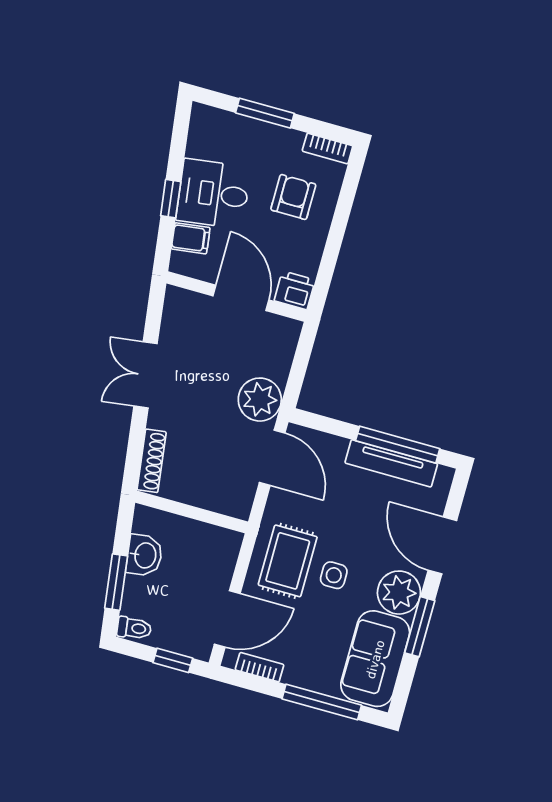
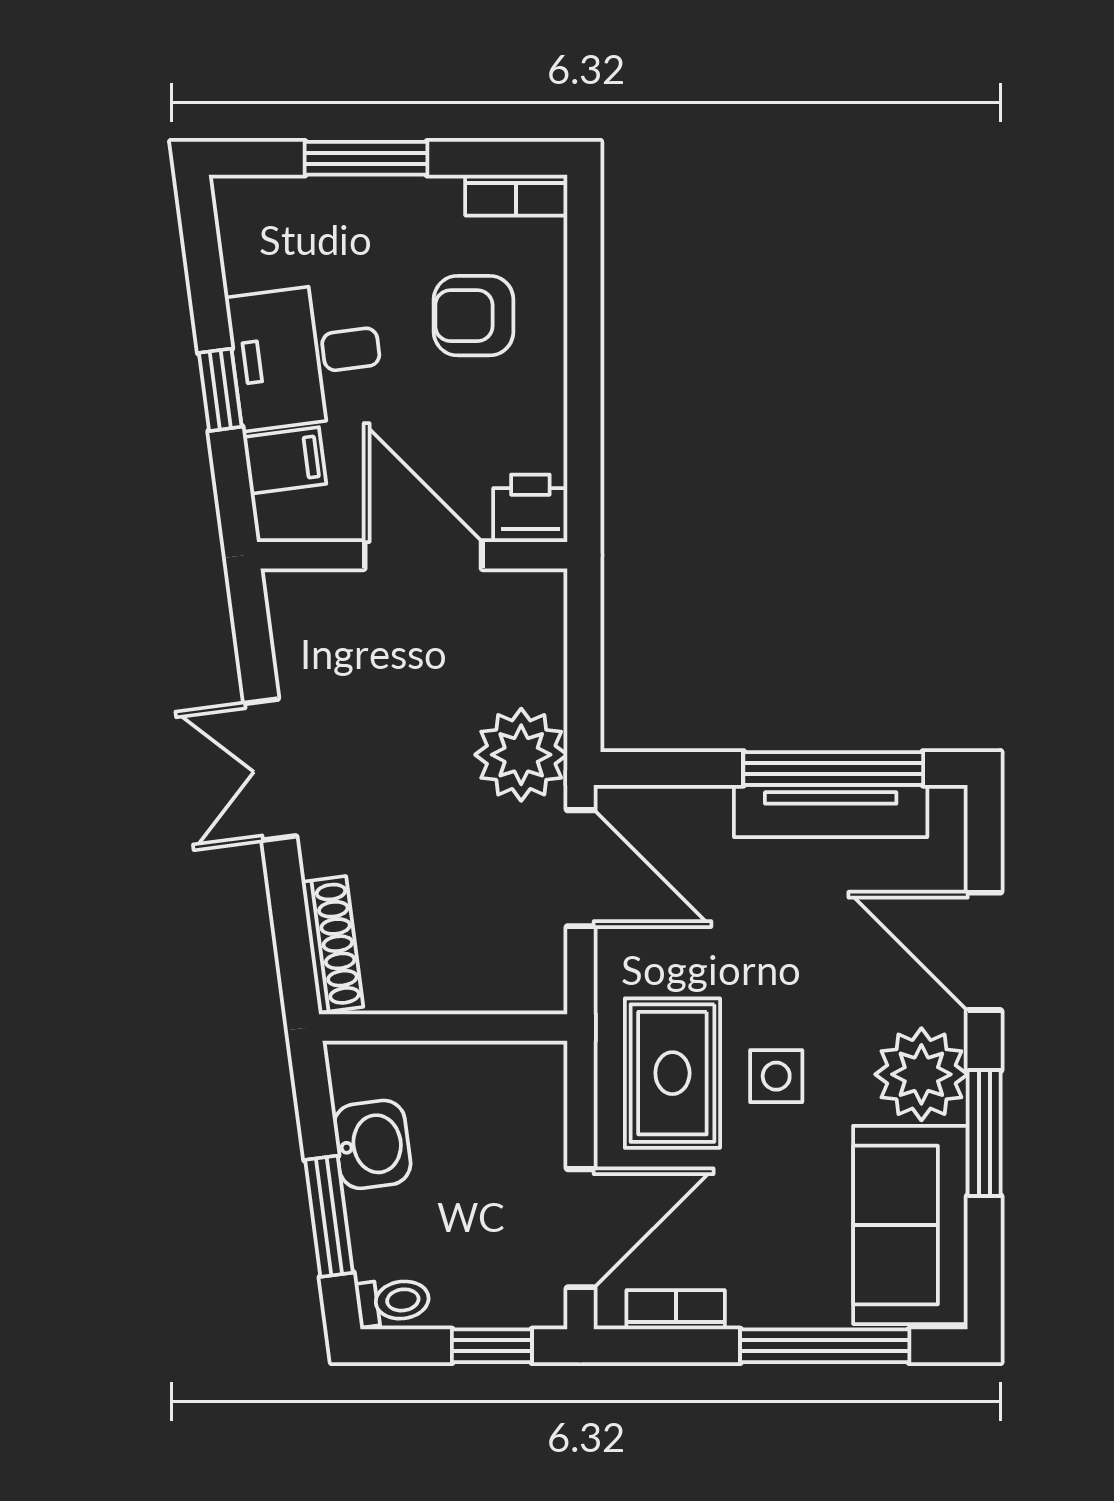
armchair: (293, 197) -> (474, 316), turned -90

